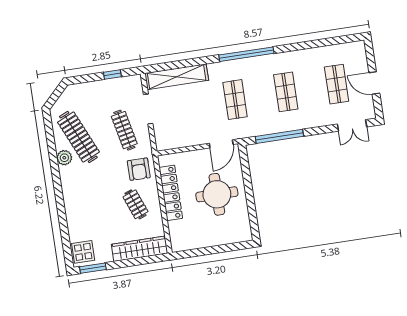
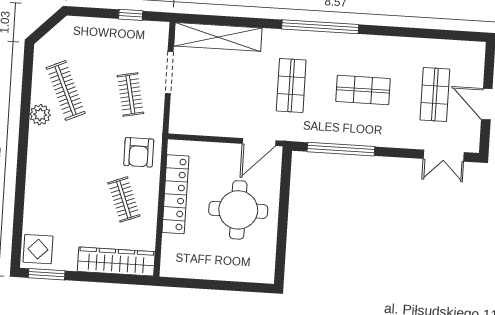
shop shelf: (286, 92) -> (363, 90), turned 90
clothes rail: (124, 130) -> (130, 95), width x0.73
clothes rail: (78, 137) -> (66, 90), width x0.73, depth x0.76

